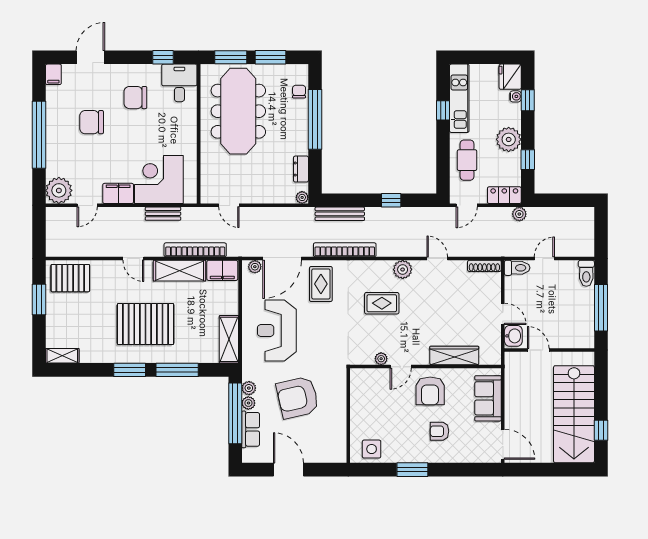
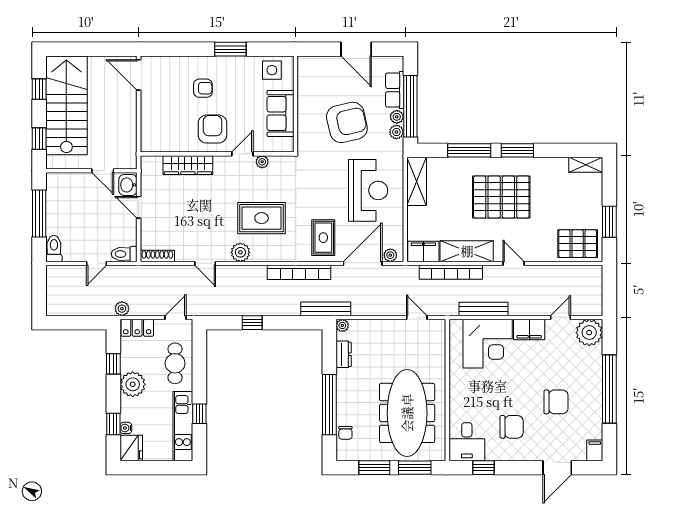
bench: (163, 214) -> (484, 309), width x1.36
bench: (340, 214) -> (326, 309), moved
rug: (382, 303) -> (262, 218), width x1.36, depth x1.43
window: (601, 381) -> (39, 139), added
sofa: (488, 398) -> (280, 113), moved, turned 180

